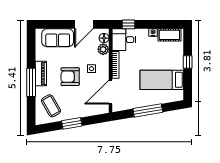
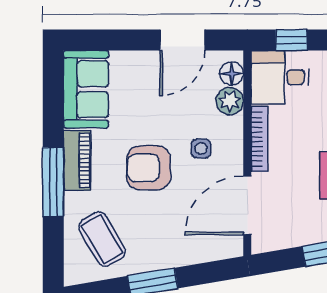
sofa: (58, 38) -> (86, 89), moved, turned -90

